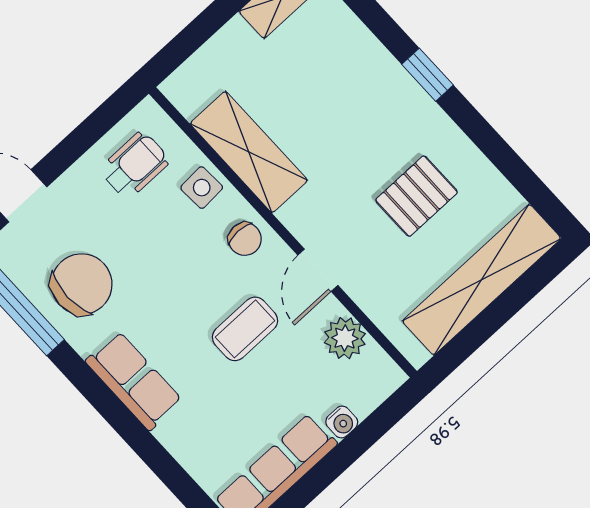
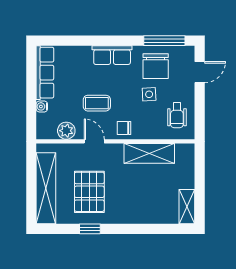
window: (428, 75) -> (90, 229), moved
side table: (202, 188) -> (149, 94), moved
pallet: (417, 196) -> (89, 192), width x1.50, depth x1.42
coffee table: (245, 329) -> (97, 103), turned 90

